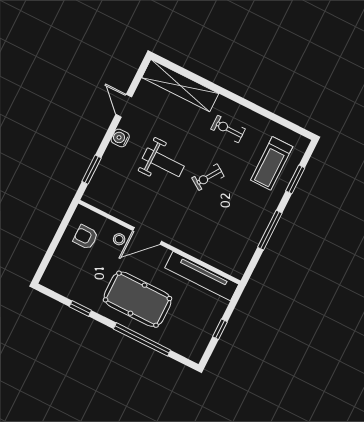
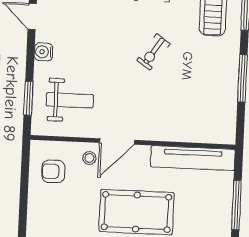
weight bench: (163, 162) -> (70, 100), moved
window: (220, 329) -> (236, 205), width x2.17

